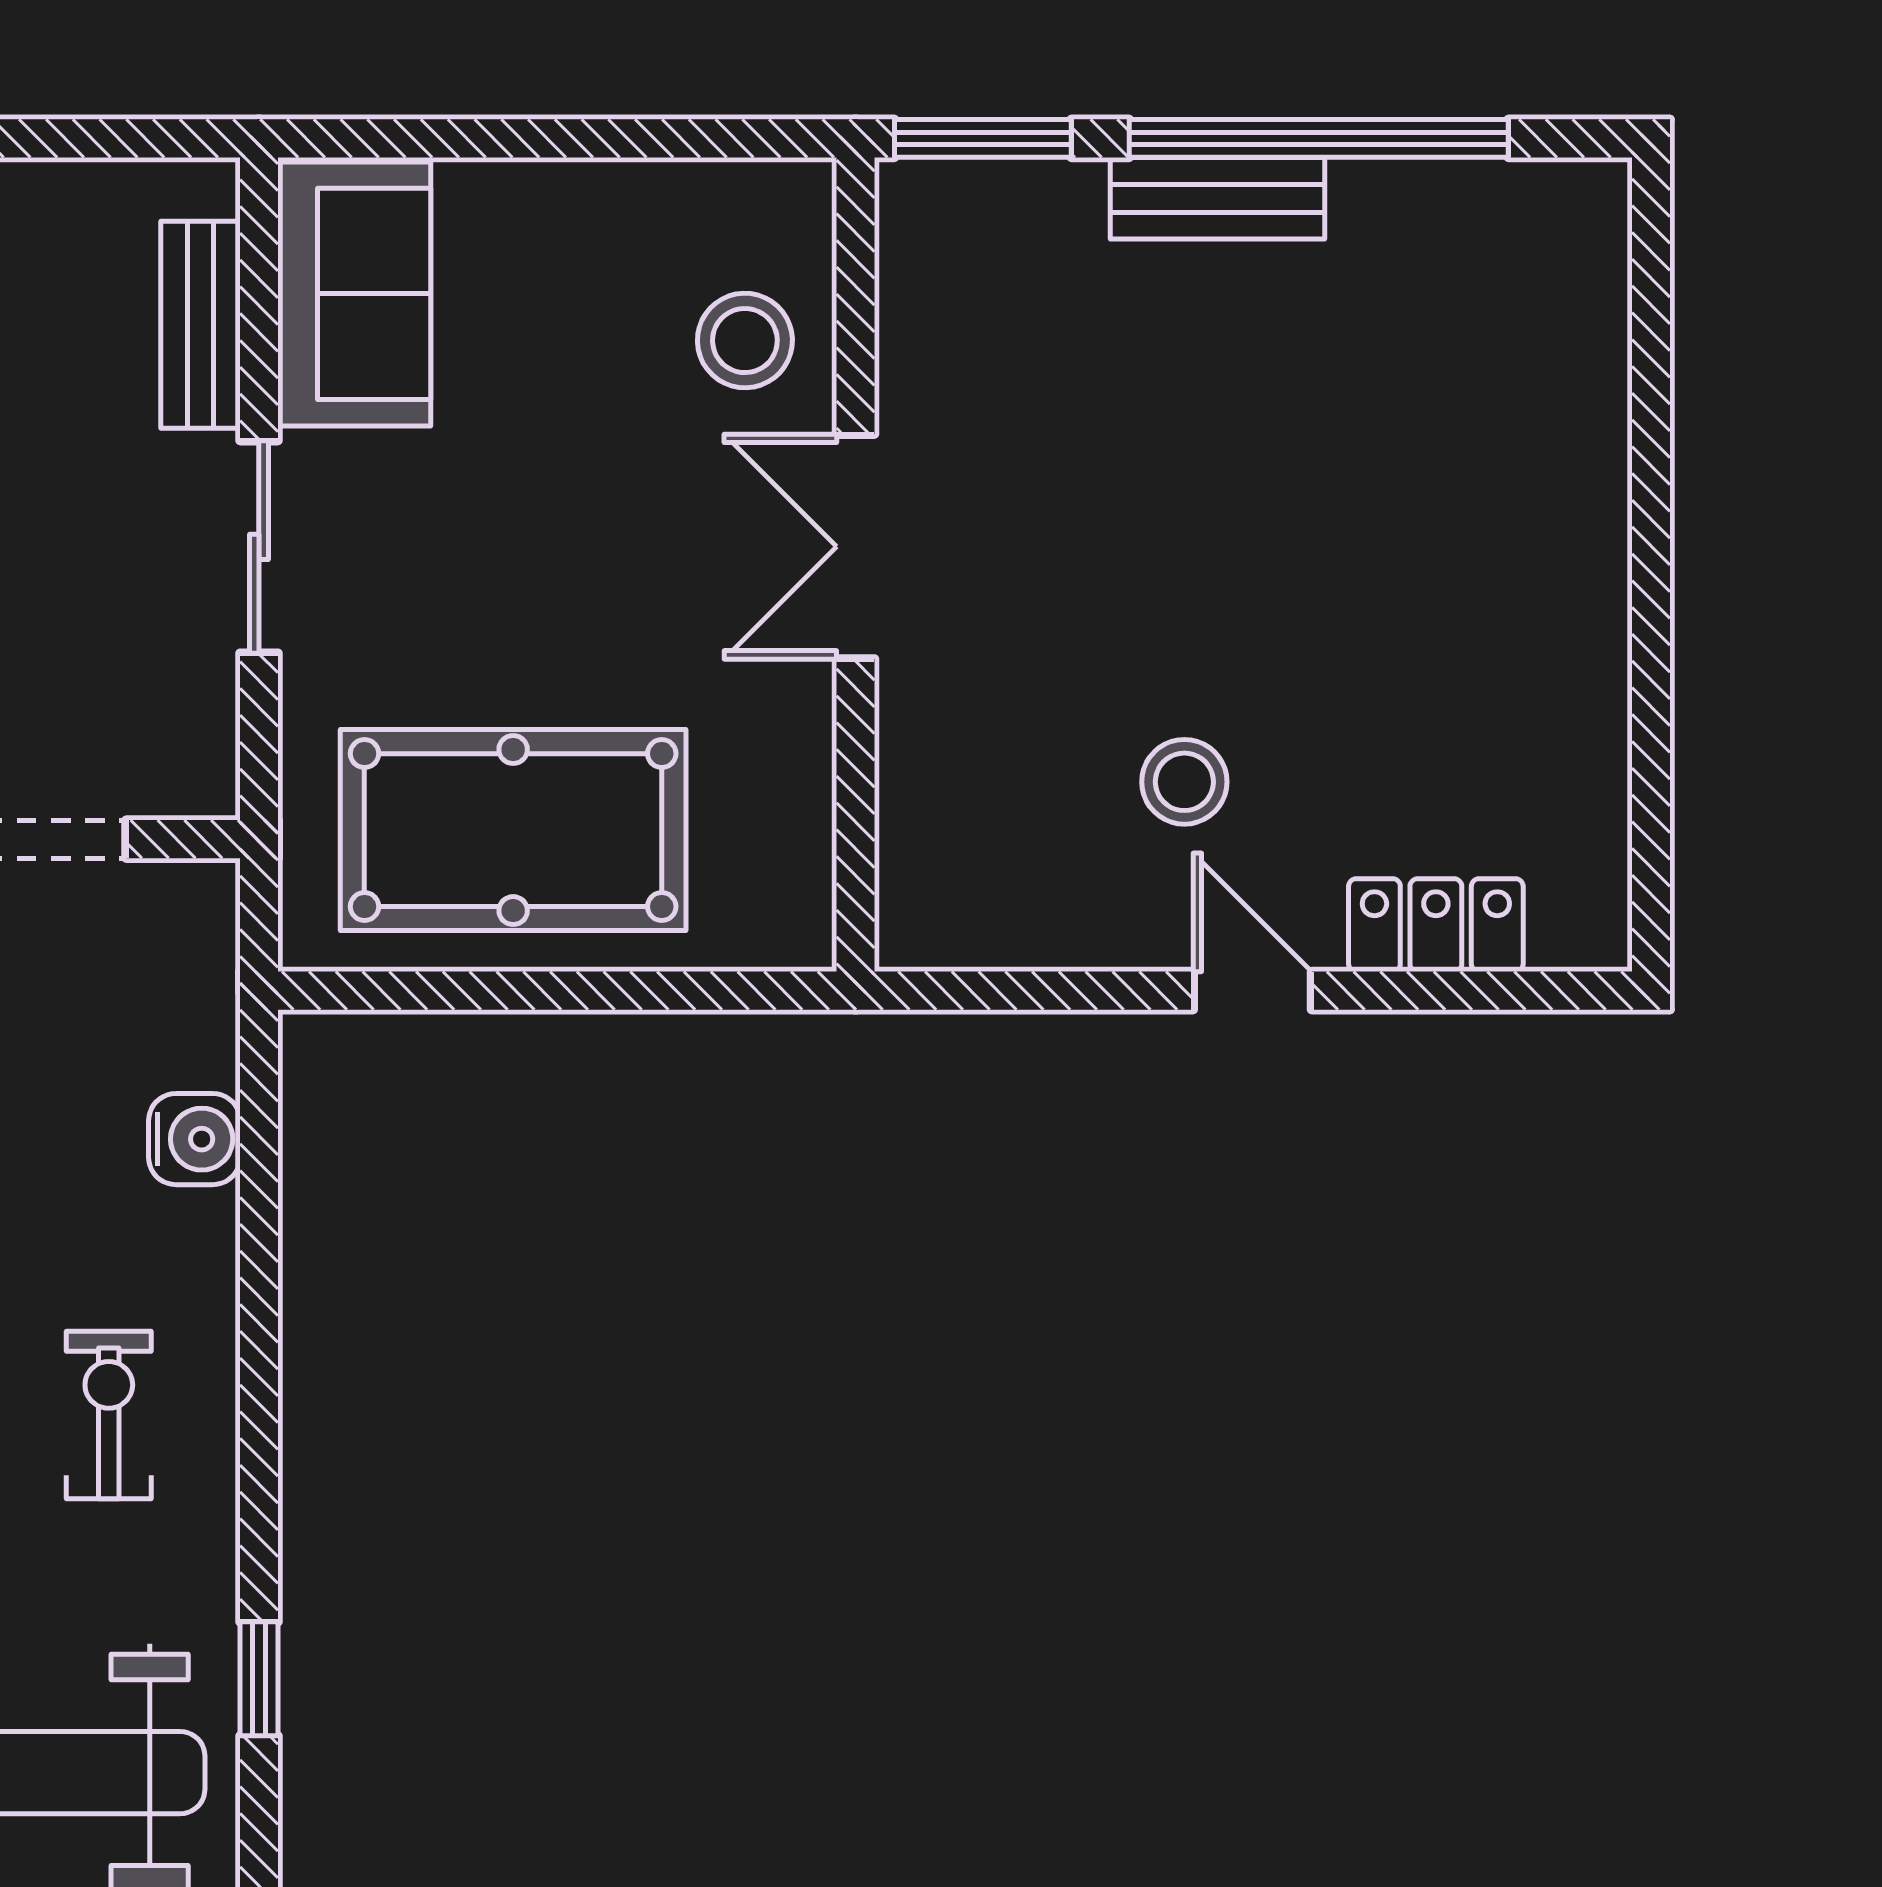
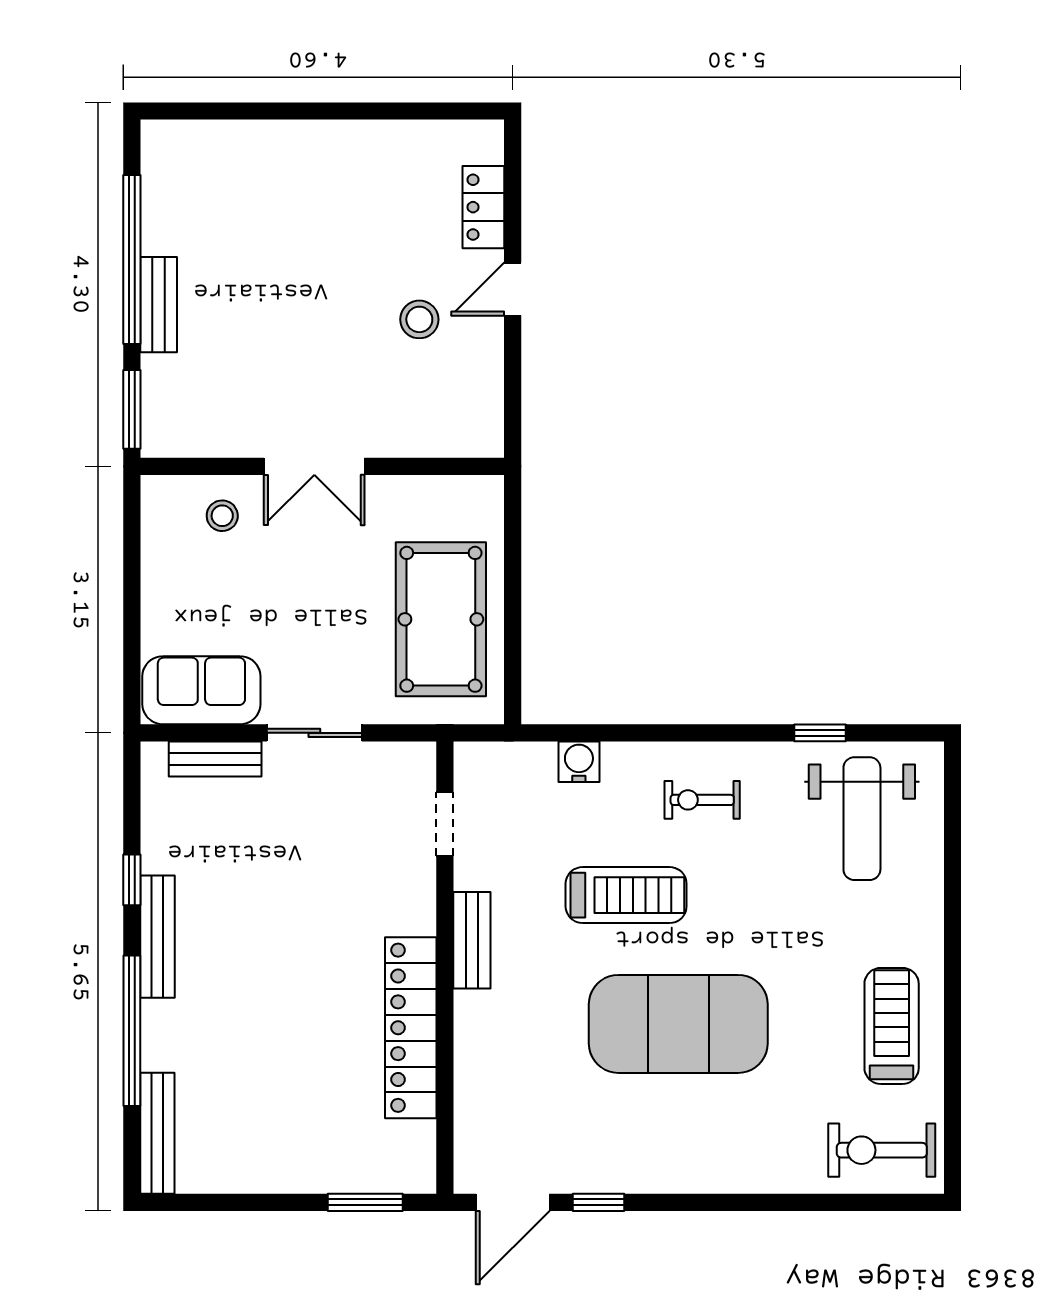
stool: (745, 341) -> (222, 516), width x0.73, depth x0.73

